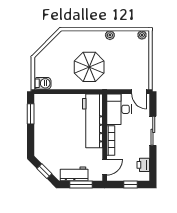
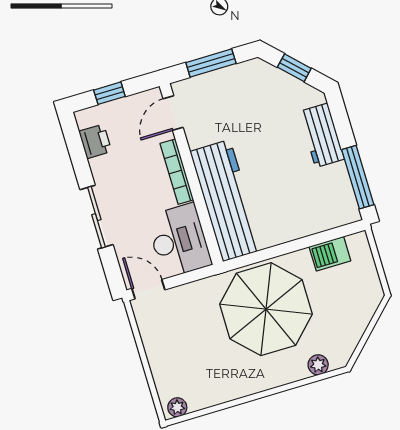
plant: (110, 35) -> (318, 365), moved
parasol: (89, 67) -> (266, 309), width x1.36, depth x1.36
barbecue: (42, 83) -> (330, 254), moved
window: (31, 114) -> (358, 177), width x1.44
workbench: (74, 174) -> (322, 135), moved, turned 90

